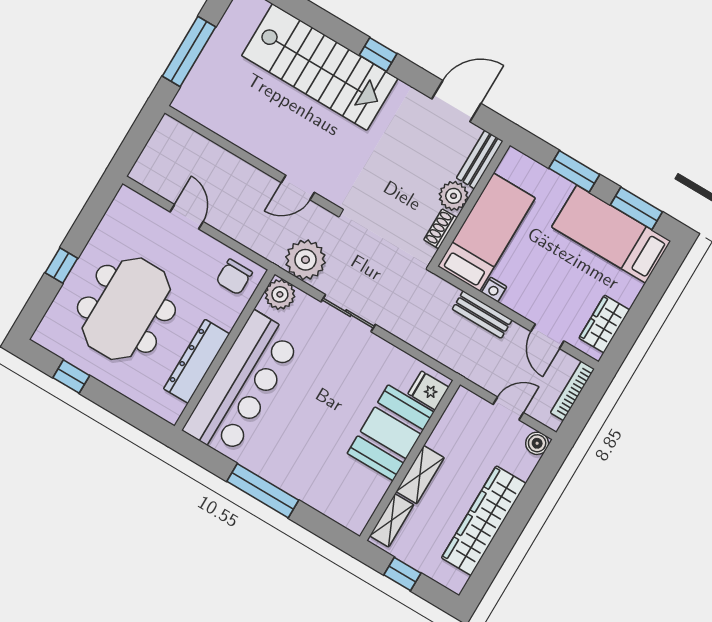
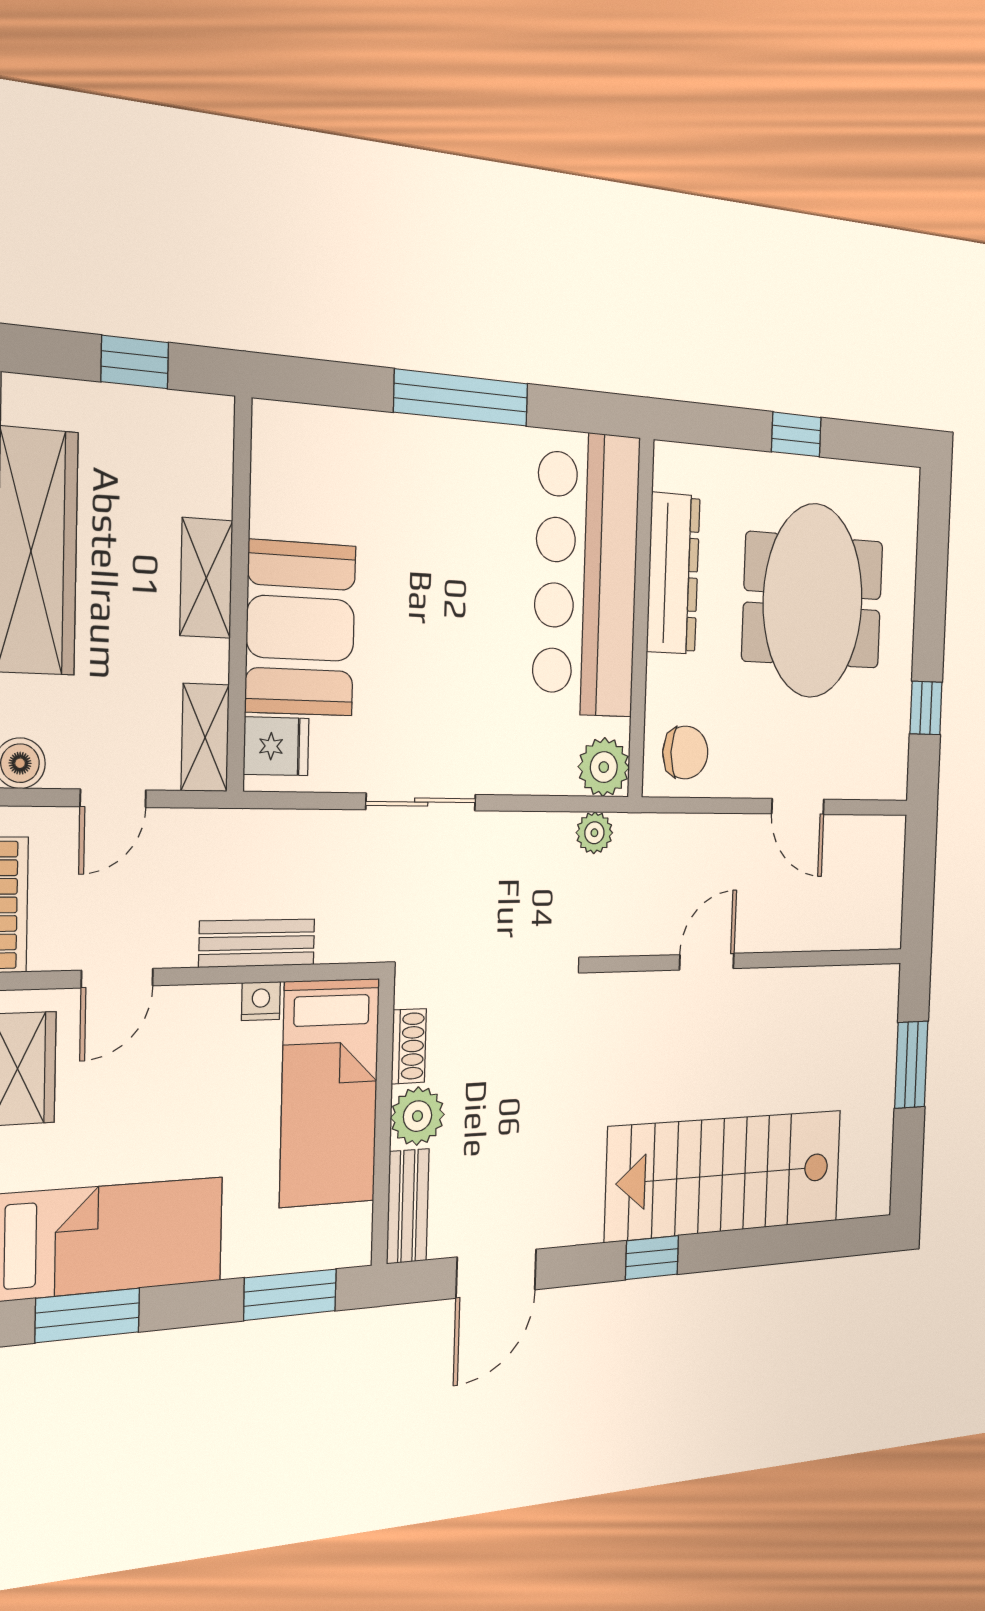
window: (189, 52) -> (911, 1065), width x0.69
window: (574, 171) -> (290, 1295), moved
door: (298, 187) -> (707, 962), moved
plant: (305, 260) -> (594, 833), width x0.53, depth x0.53
window: (61, 266) -> (926, 708), moved
chair: (234, 277) -> (685, 753), turned 90
sliding door: (348, 313) -> (421, 802), moved
door: (547, 336) -> (117, 978), swing flipped
window: (71, 377) -> (796, 434), moved
shelving: (392, 520) -> (205, 738), moved

